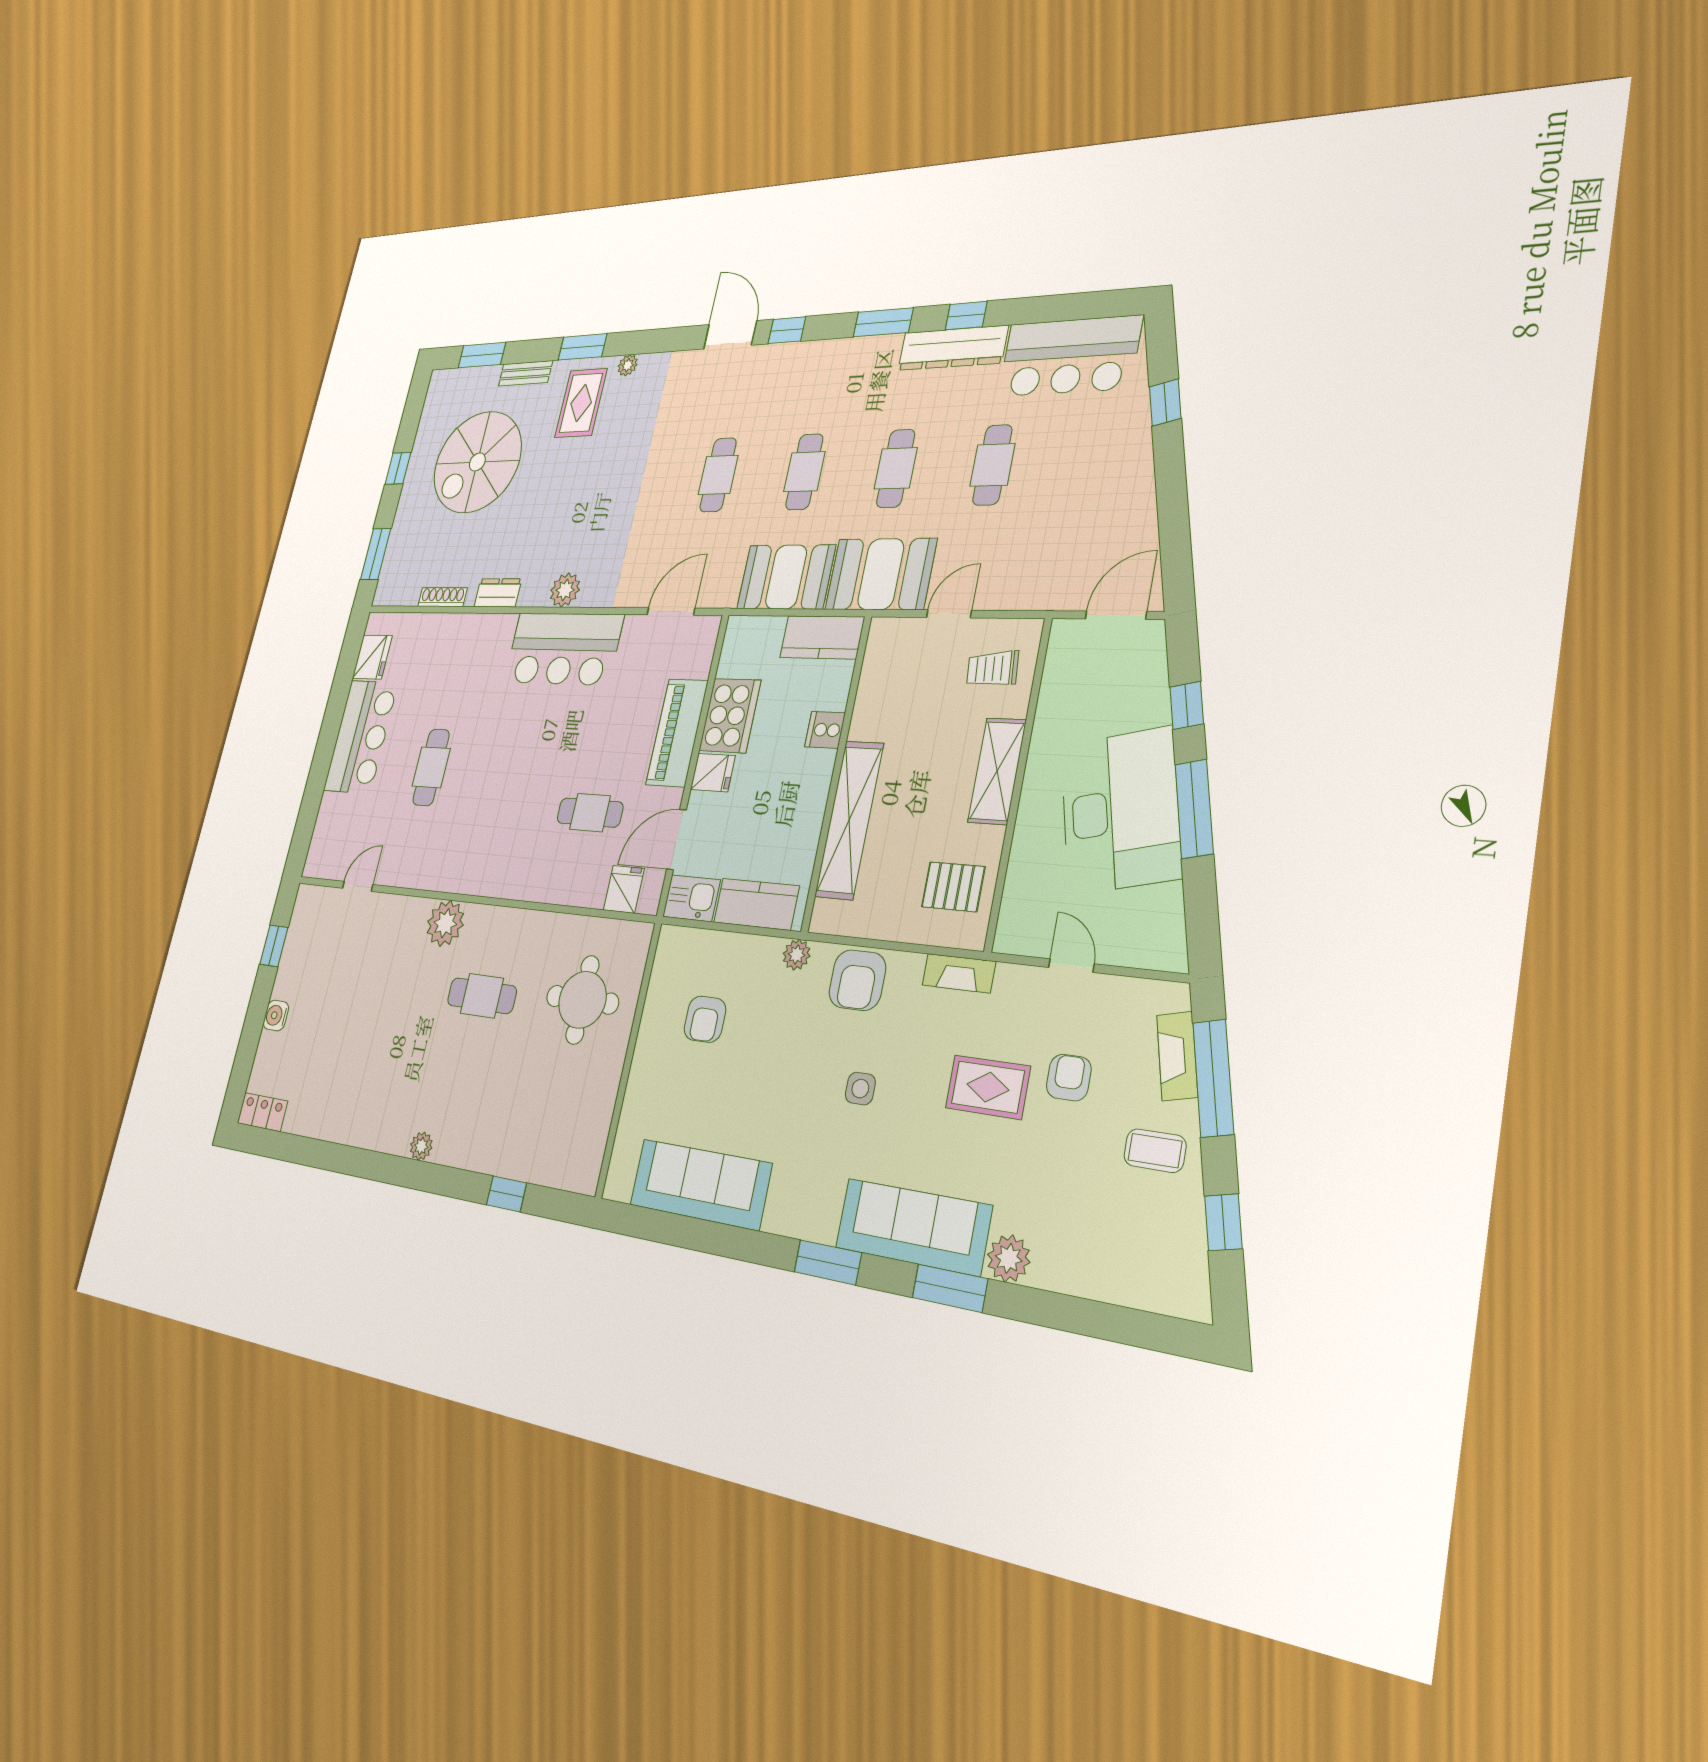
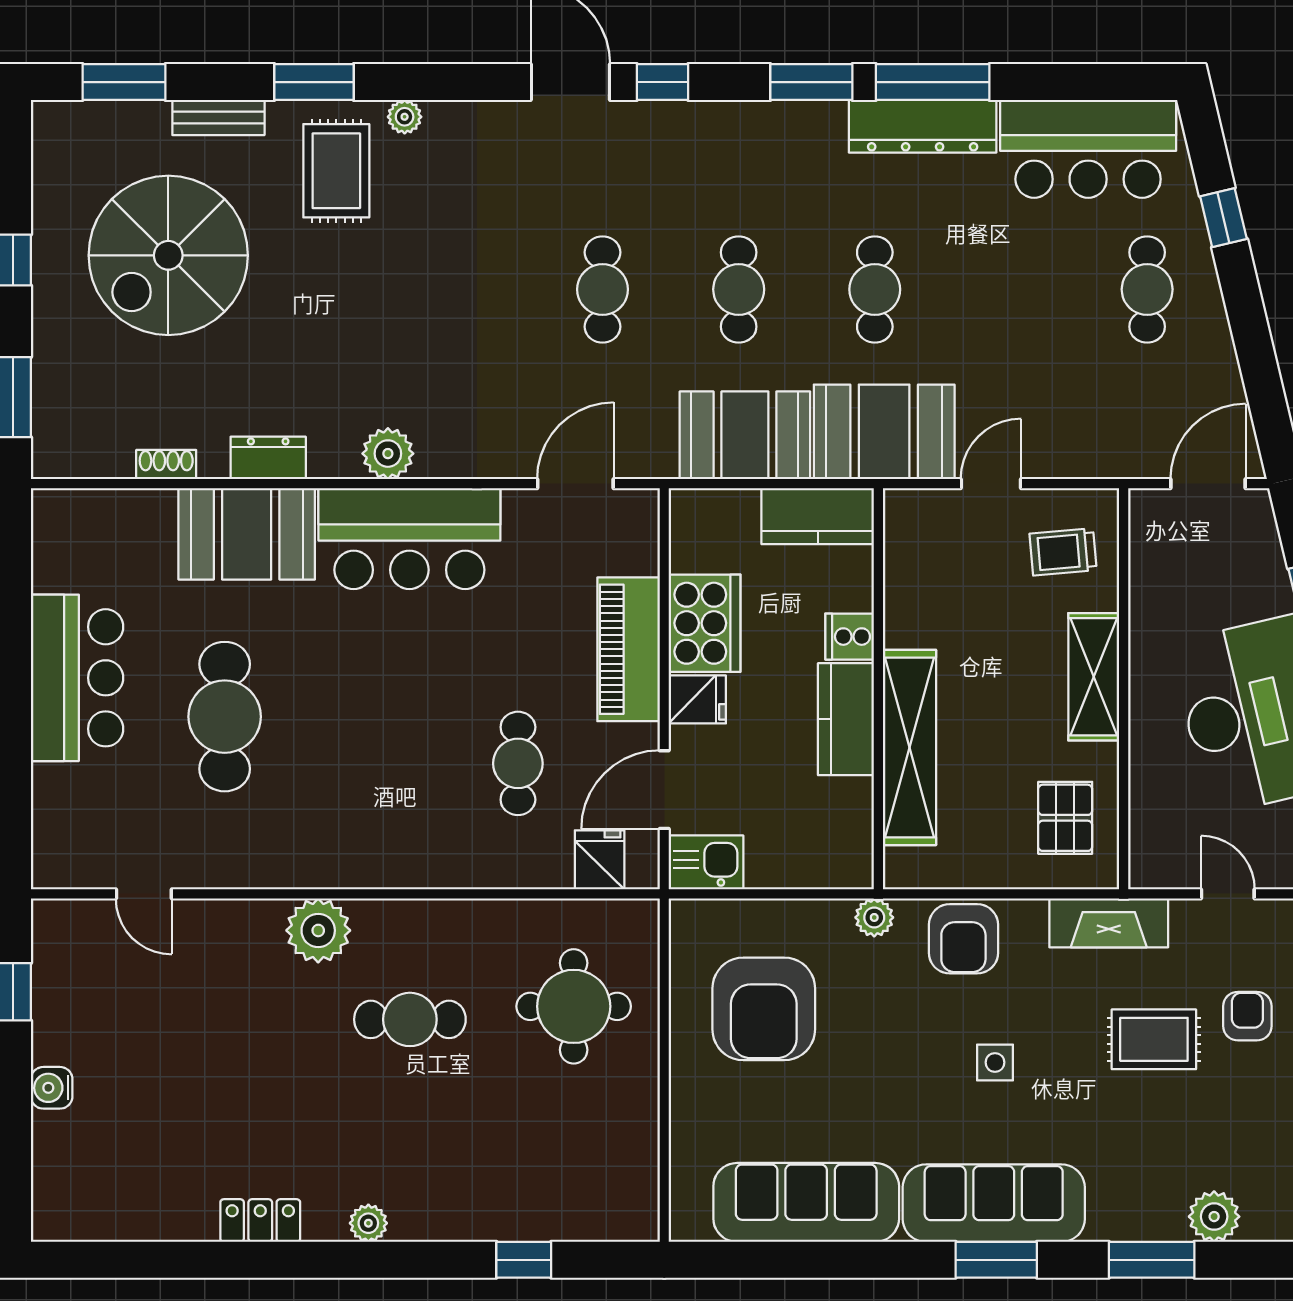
window: (966, 316) -> (933, 82), width x2.17
cafe table: (992, 465) -> (1147, 289), moved
shoe rack: (442, 597) -> (166, 465), width x0.70
booth: (474, 644) -> (247, 534), added
fridge: (372, 657) -> (60, 558), removed
cafe table: (431, 767) -> (225, 717), width x1.37, depth x1.35
cafe table: (590, 813) -> (518, 763), turned 90
door: (358, 886) -> (144, 894), swing flipped
pallet: (953, 887) -> (1065, 818), turned 90
kitchen counter: (756, 904) -> (846, 719), moved, turned -90
fireplace: (959, 973) -> (1109, 923), width x1.37, depth x1.32
armchair: (705, 1019) -> (764, 1009), width x1.88, depth x1.88
locker: (262, 1112) -> (260, 1221), moved
sofa: (913, 1227) -> (994, 1203), moved

